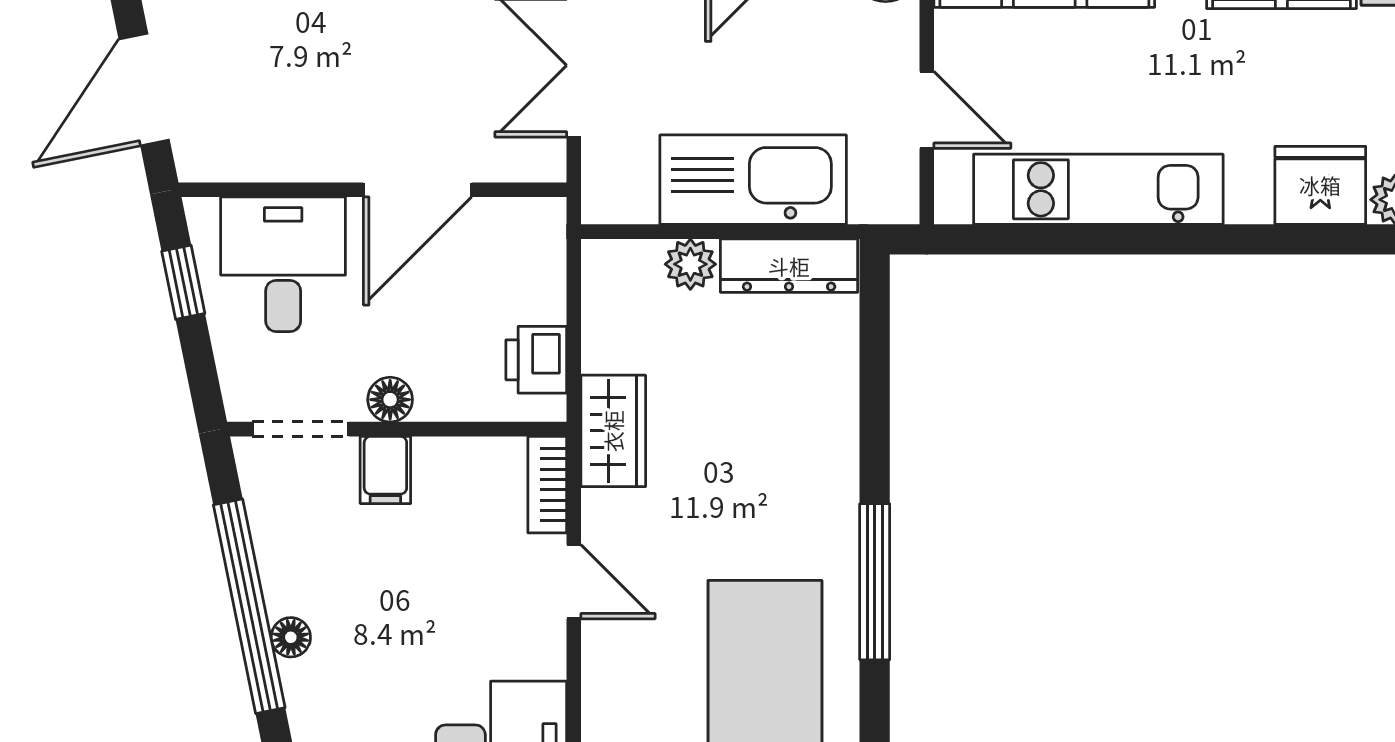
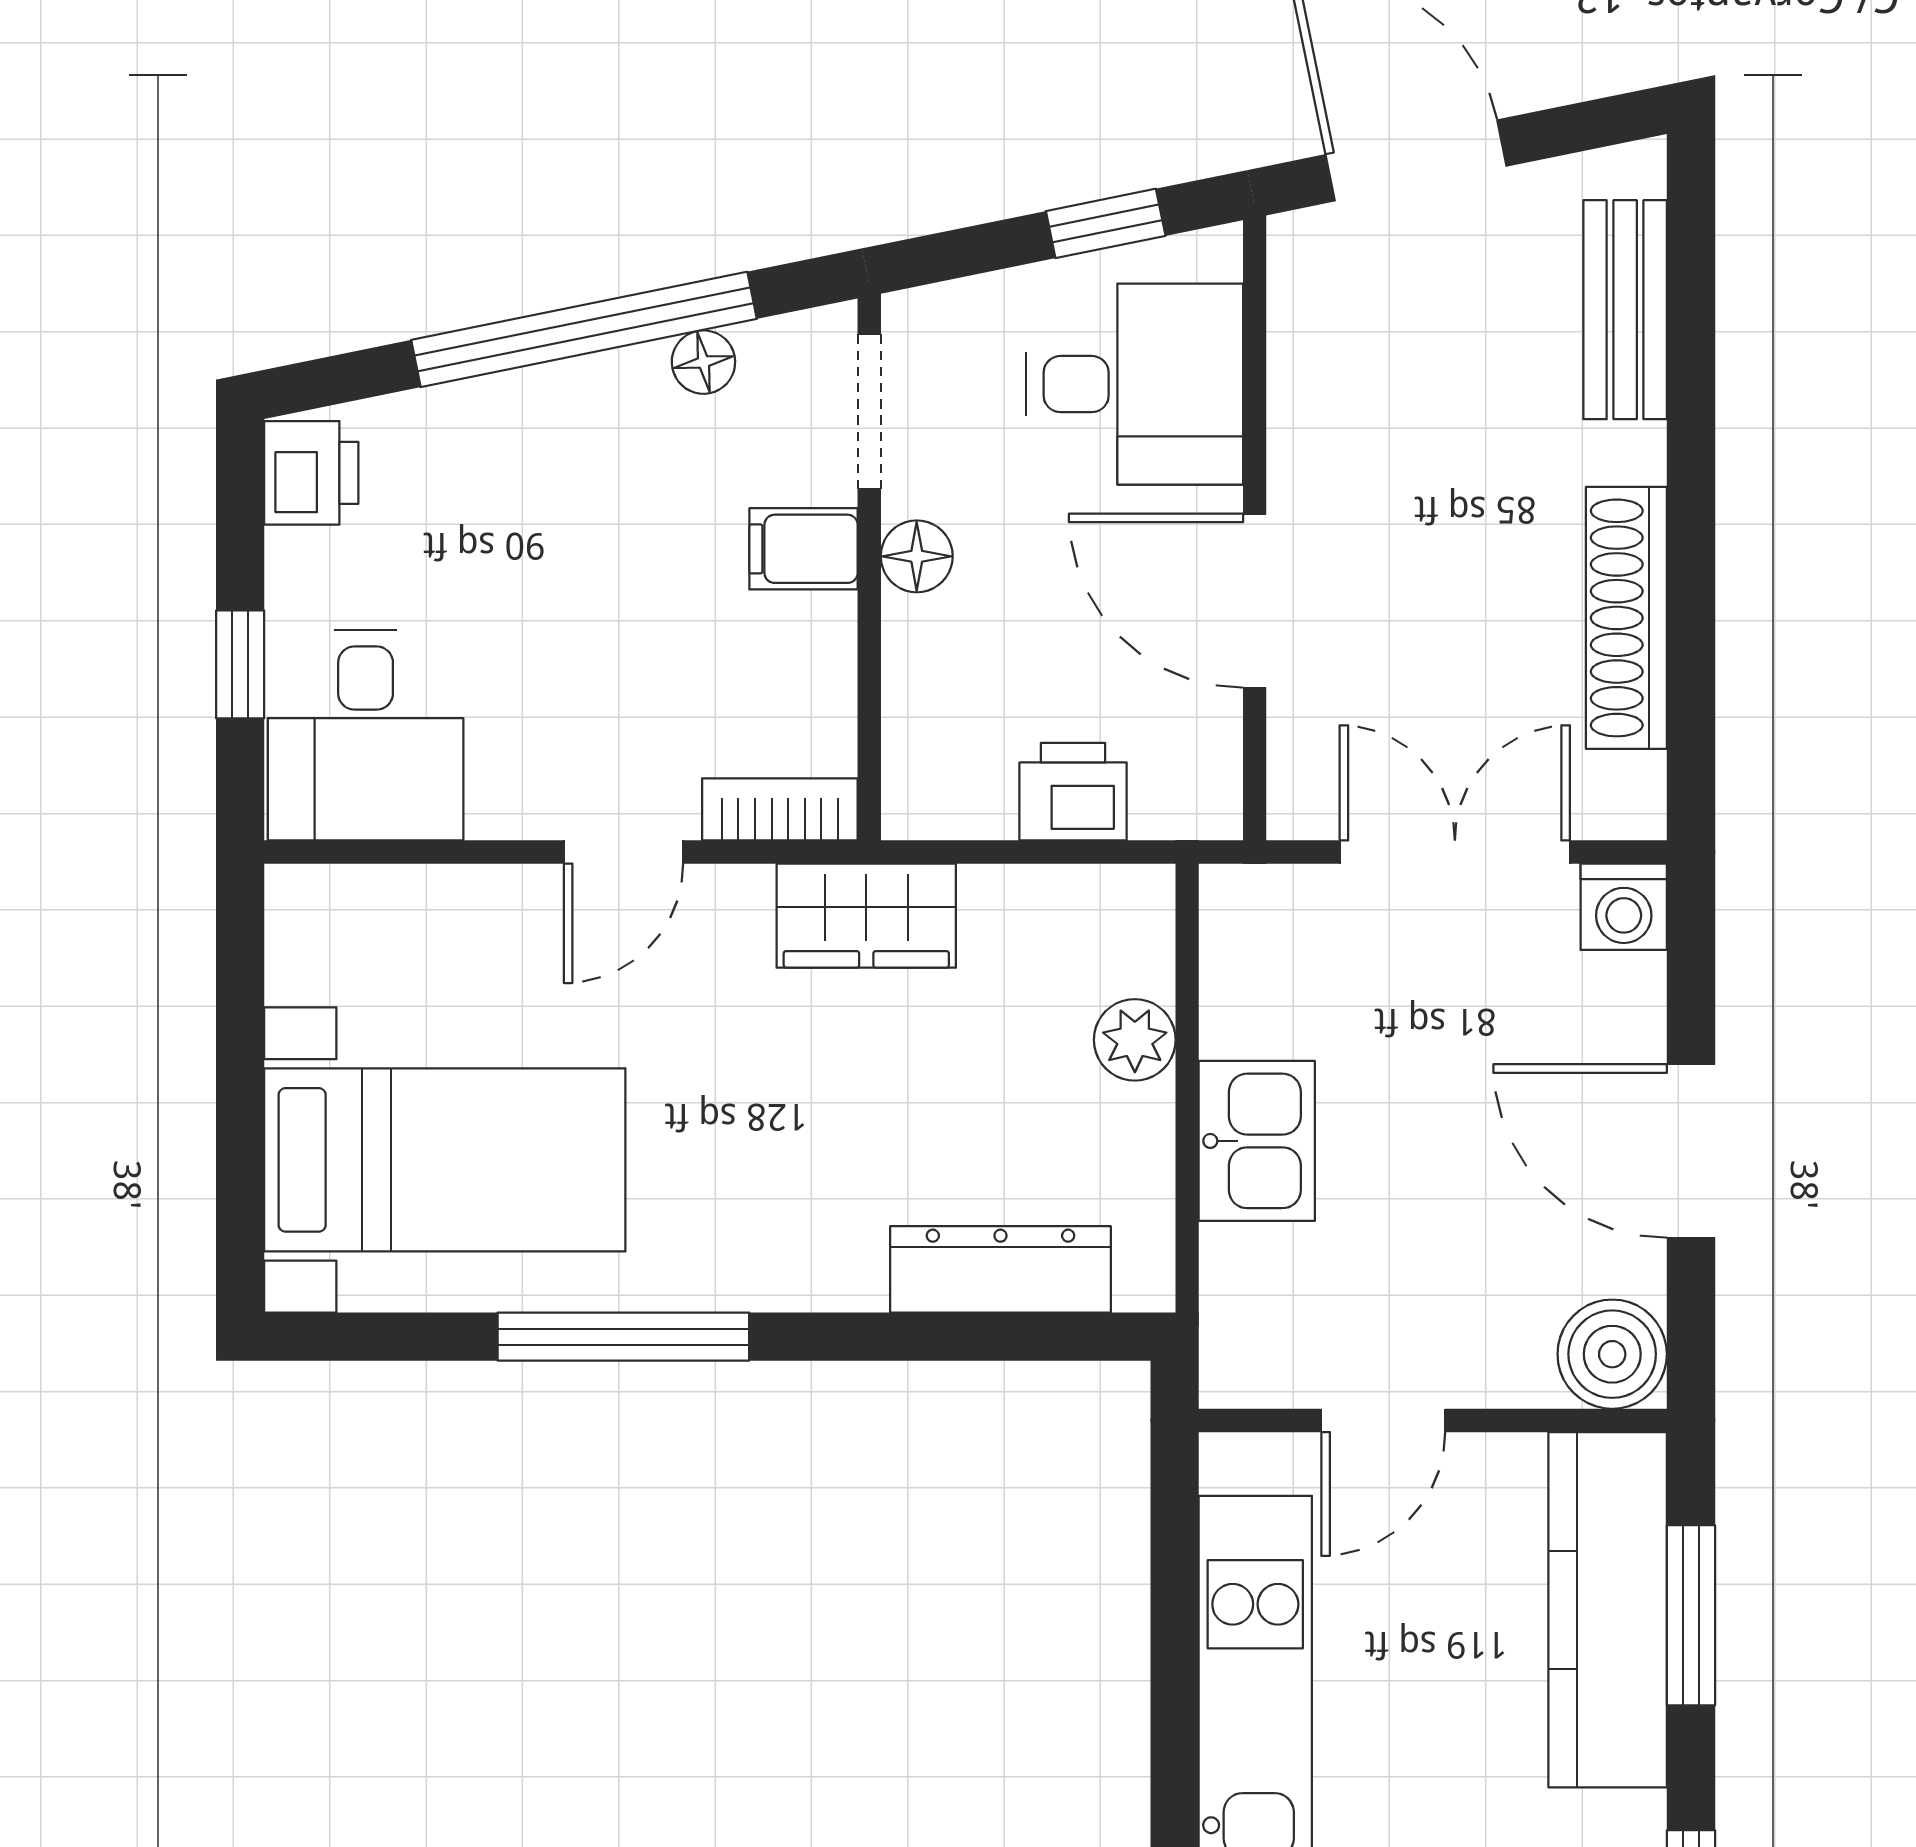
kitchen sink: (753, 180) -> (1257, 1141), width x0.53, depth x0.81
dresser: (789, 266) -> (1000, 1269), moved, turned 90
printer: (536, 360) -> (1073, 792), moved
floor lamp: (291, 637) -> (703, 362), moved

